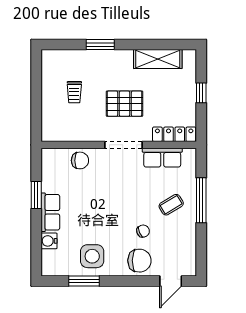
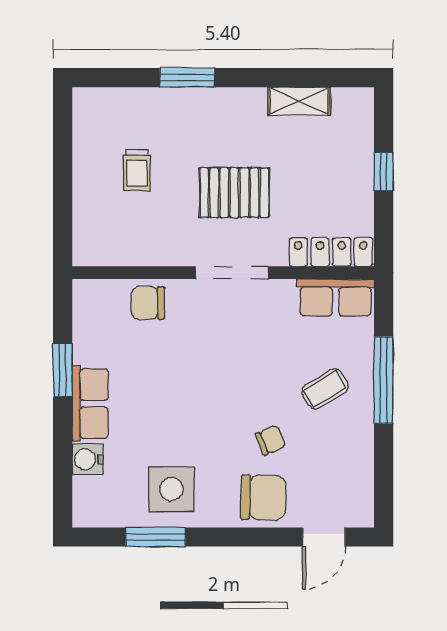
shelving: (158, 59) -> (299, 101), width x0.67, depth x0.75
row of seats: (162, 158) -> (336, 297), moved
chair: (80, 160) -> (148, 303), turned 180

